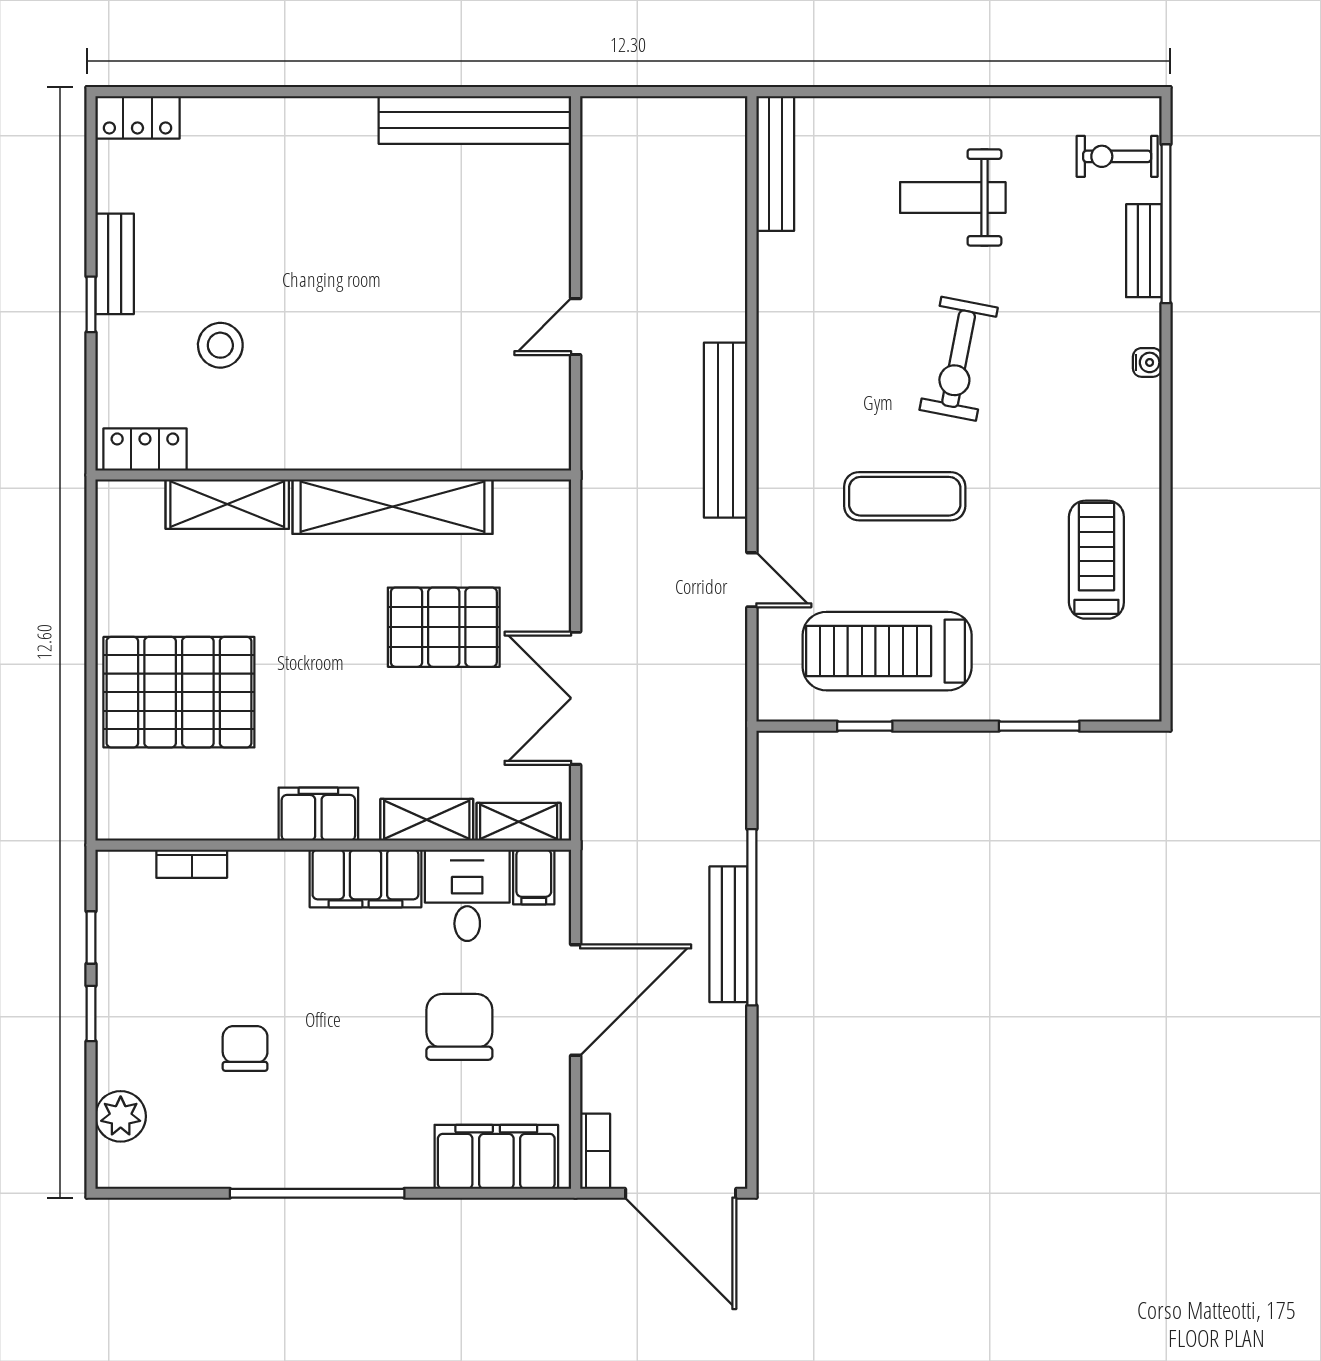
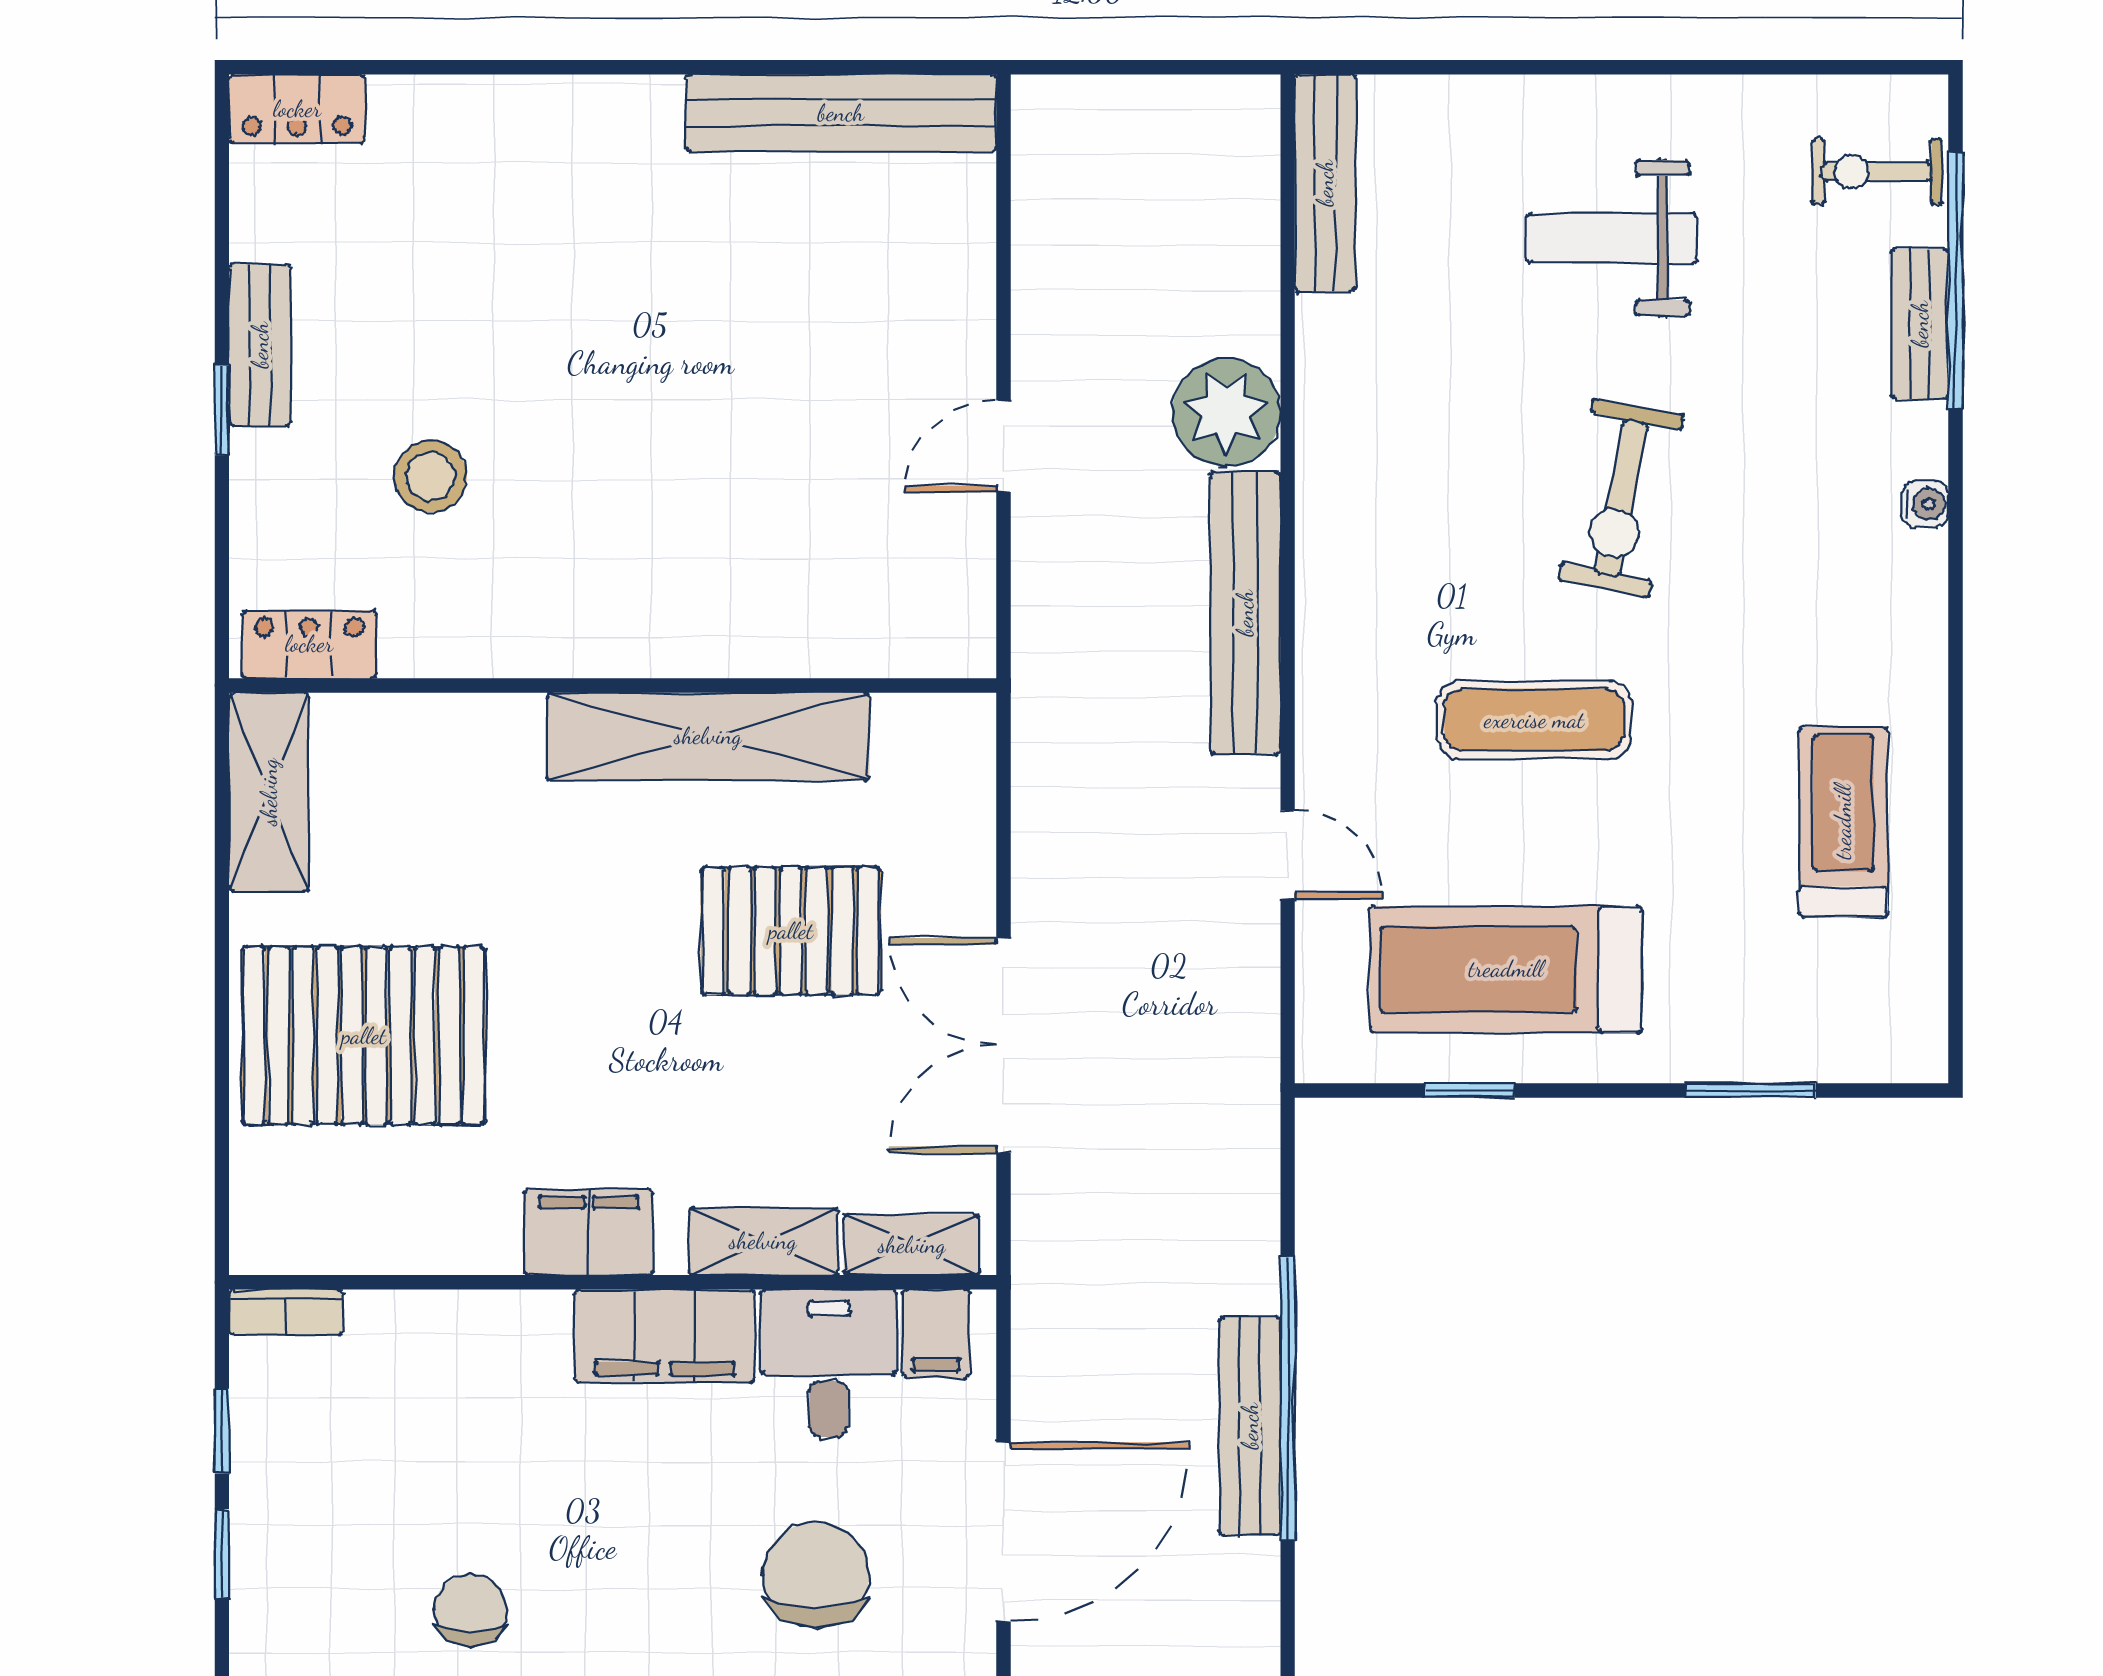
plant: (714, 305) -> (1226, 412), added
shelving: (227, 504) -> (269, 792), moved, turned 90
bookcase: (192, 864) -> (286, 1312), moved

